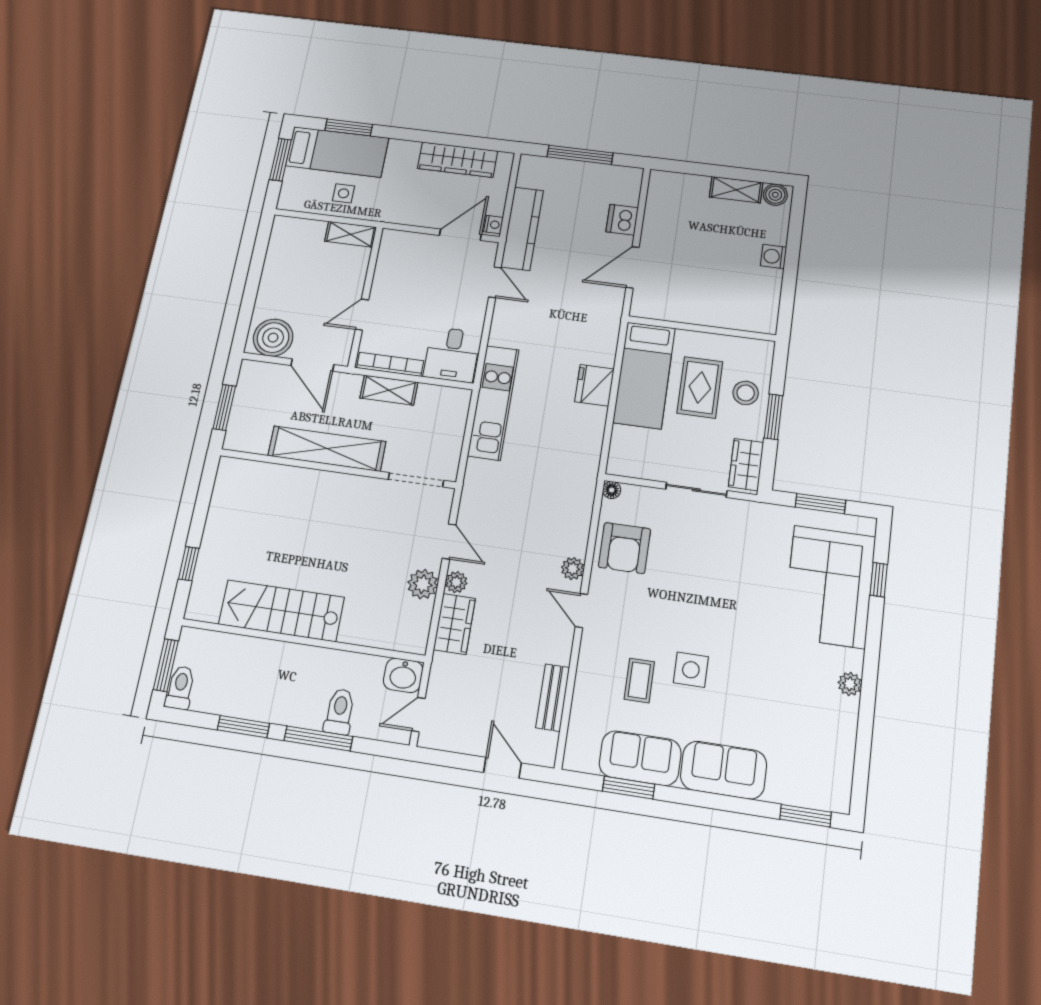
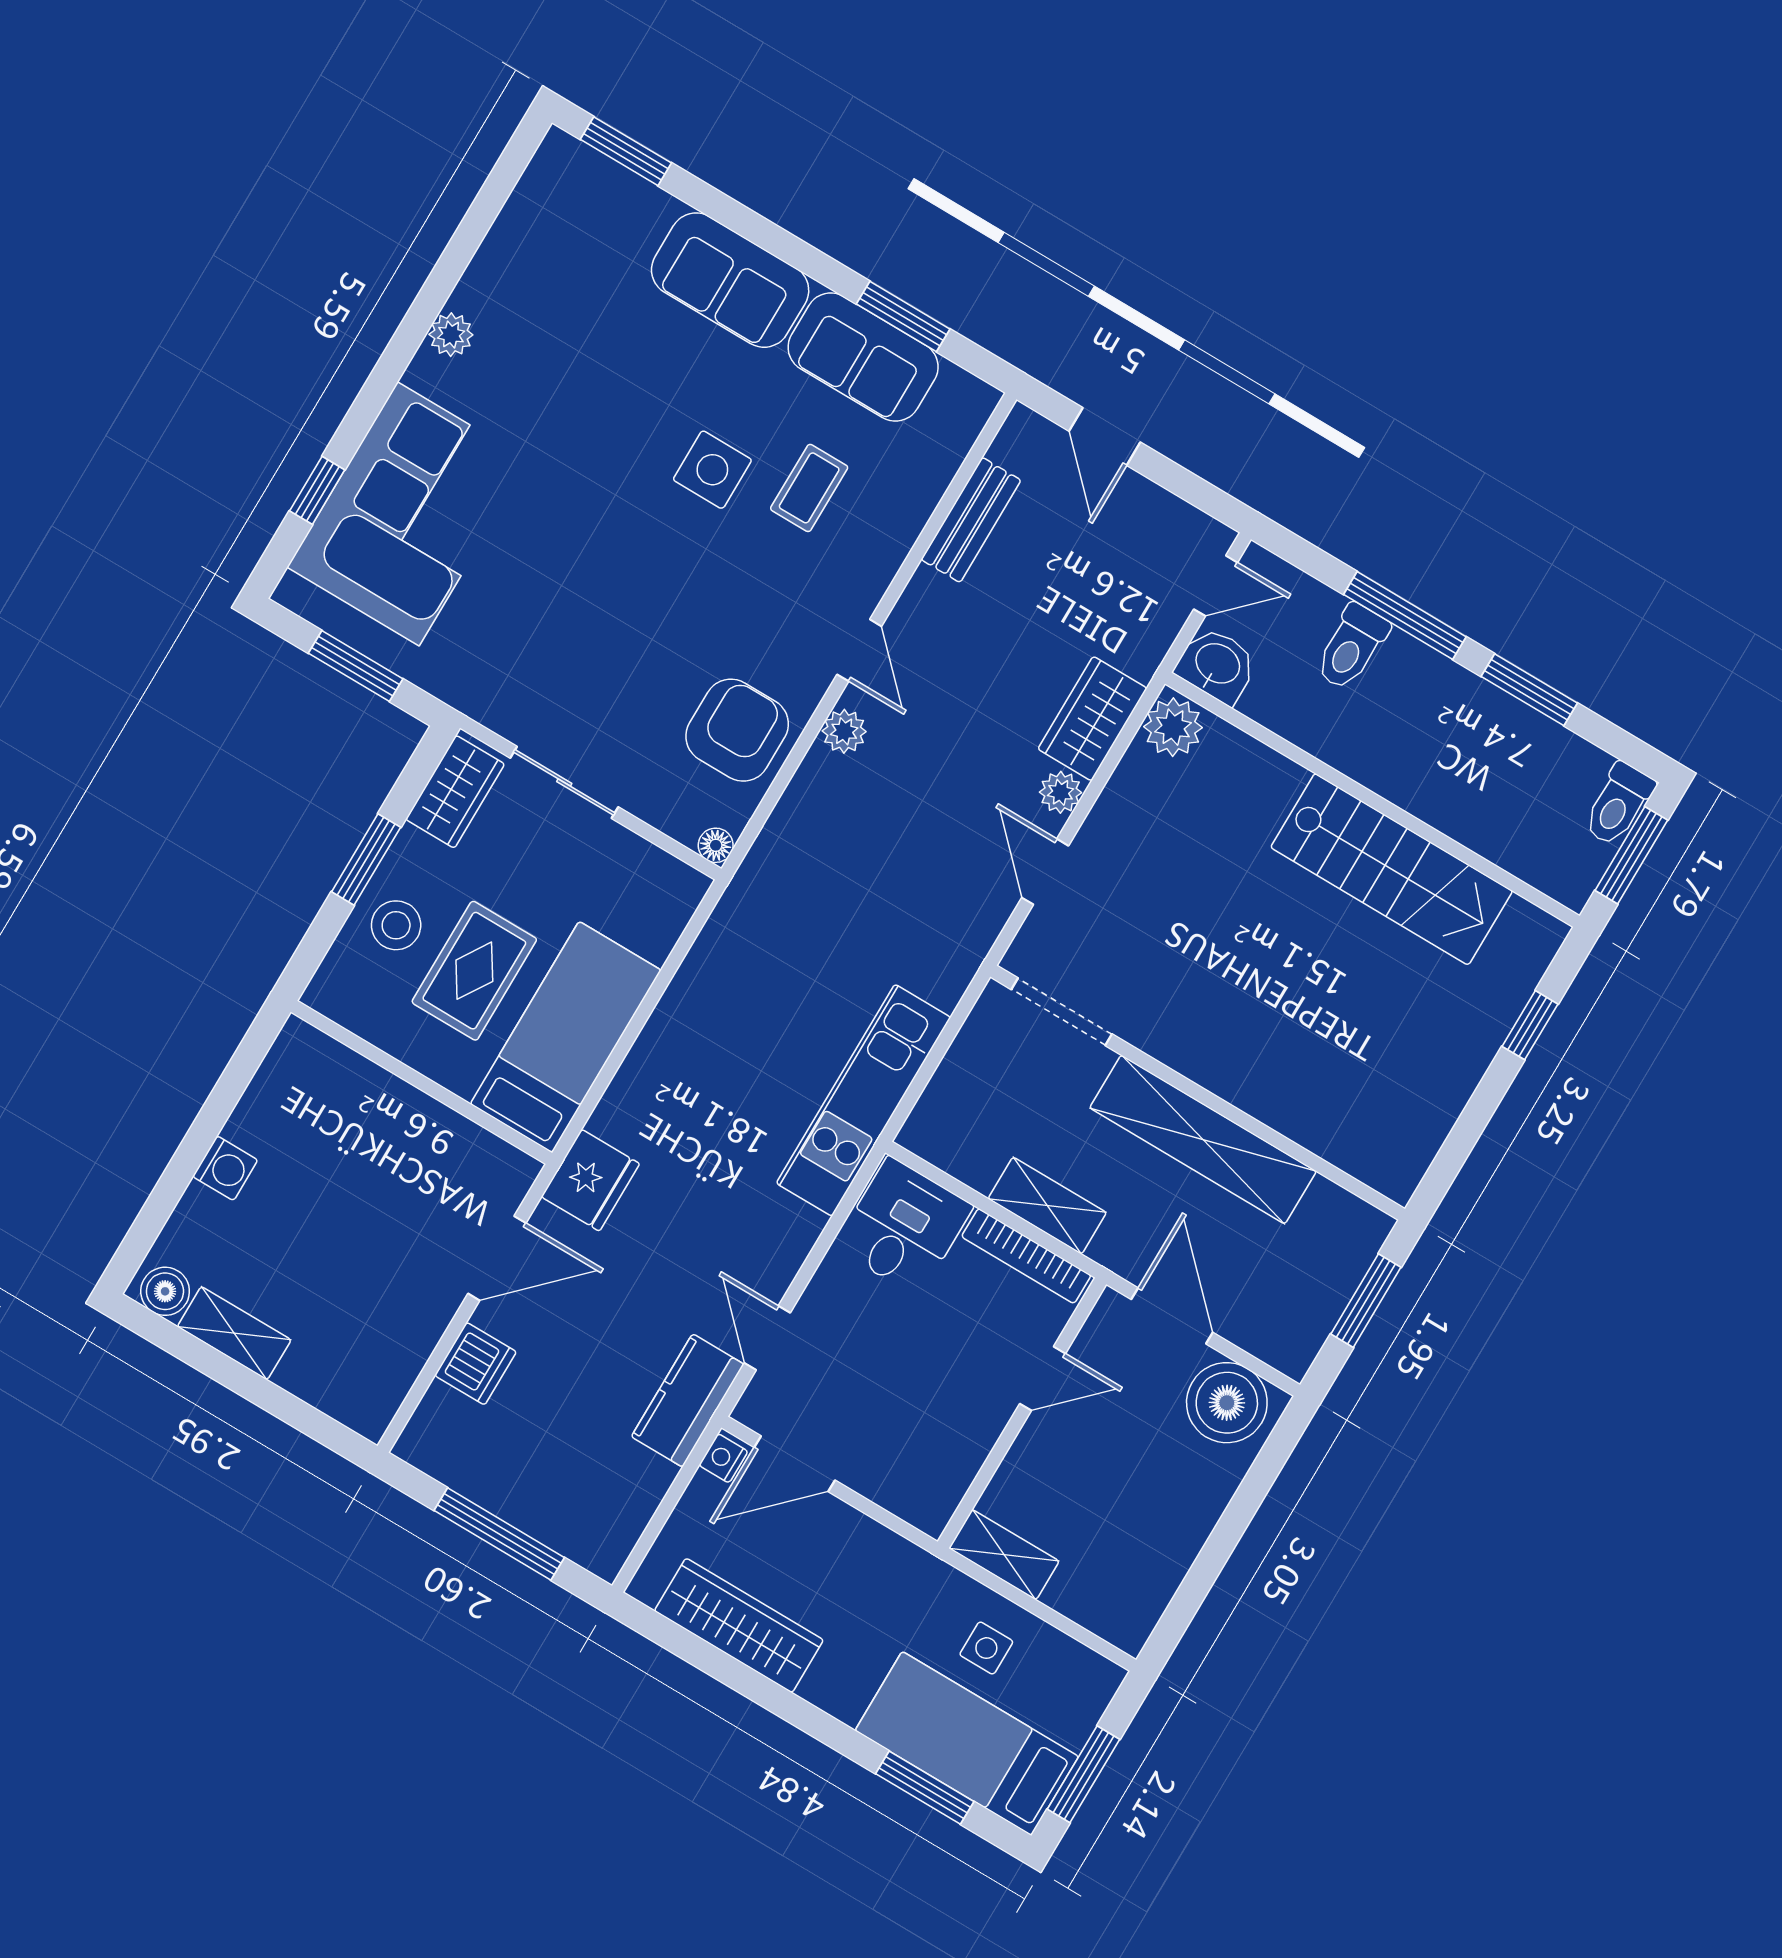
kitchen counter: (522, 229) -> (688, 1400), width x0.67
fridge: (594, 385) -> (590, 1180), moved
plant: (423, 584) -> (1173, 727), moved

